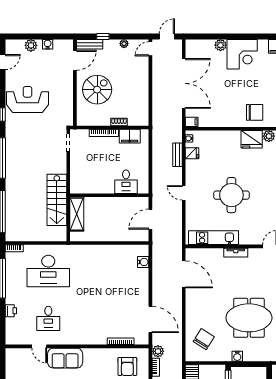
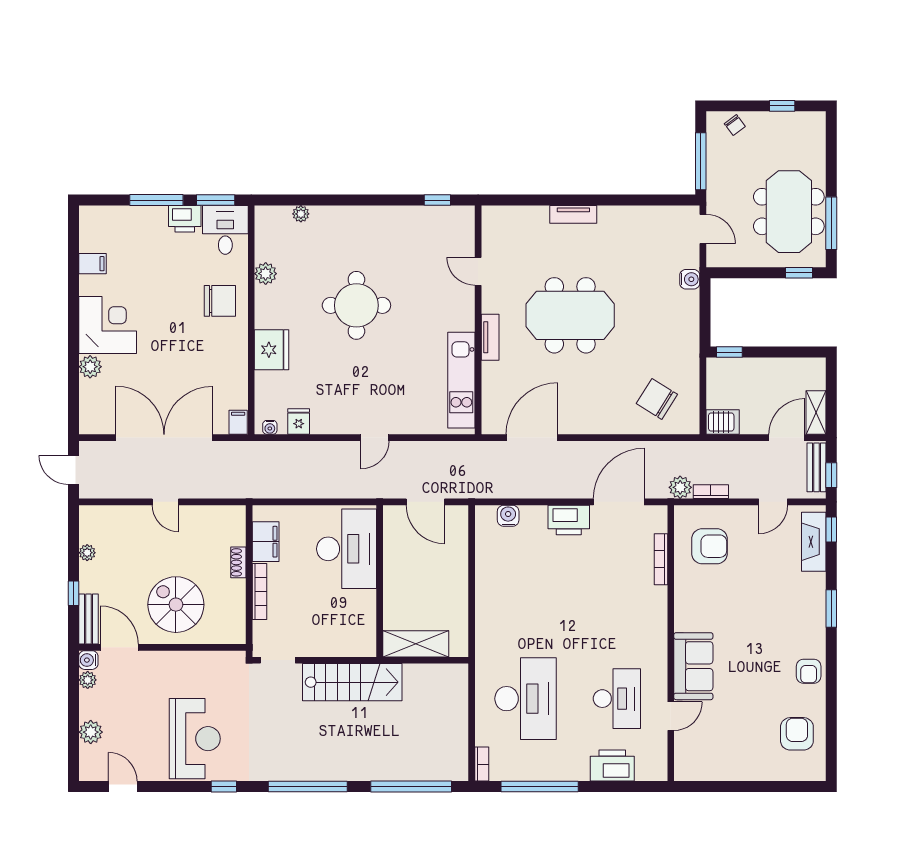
water cooler: (48, 44) -> (88, 660), moved
plant: (58, 44) -> (88, 680), added
door: (150, 49) -> (165, 502), moved
reception desk: (28, 99) -> (195, 739), turned 180
chair: (255, 112) -> (220, 301), turned 90
fridge: (252, 139) -> (272, 350), moved
bench: (178, 155) -> (301, 450), removed
desk: (126, 182) -> (347, 549), width x1.87, depth x1.30
round table: (231, 195) -> (356, 305), moved
stairs: (57, 200) -> (352, 682), moved
printer: (141, 293) -> (569, 520), added
printer: (11, 311) -> (612, 765), width x1.87, depth x1.48
desk: (48, 318) -> (617, 699), width x1.37
meeting table: (249, 318) -> (570, 315), moved, turned 90
water cooler: (237, 356) -> (690, 279), moved

